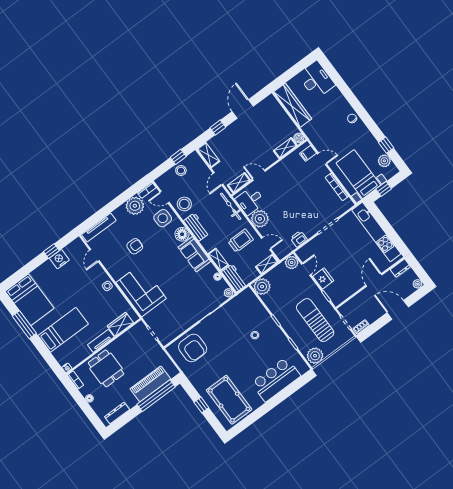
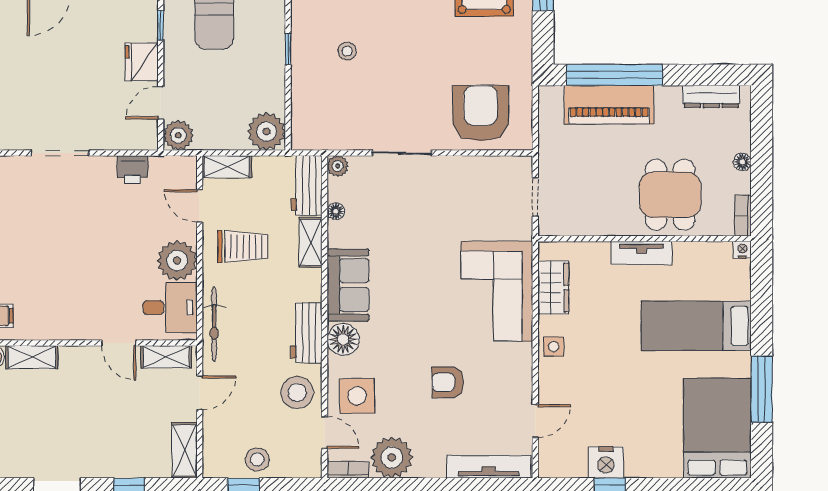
trolley: (241, 241) -> (243, 247), turned 180
wardrobe: (120, 324) -> (553, 288), moved, turned -90

